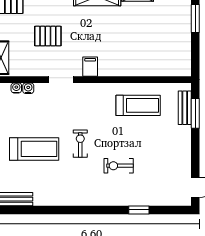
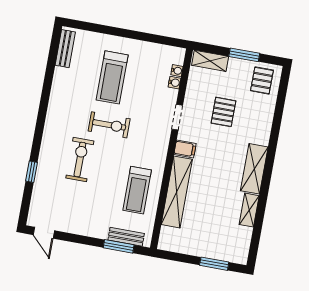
shelving: (133, 67) -> (177, 192), added
exercise bike: (80, 144) -> (109, 125), width x1.38, depth x1.39
exercise bike: (119, 166) -> (80, 160), width x1.38, depth x1.39

